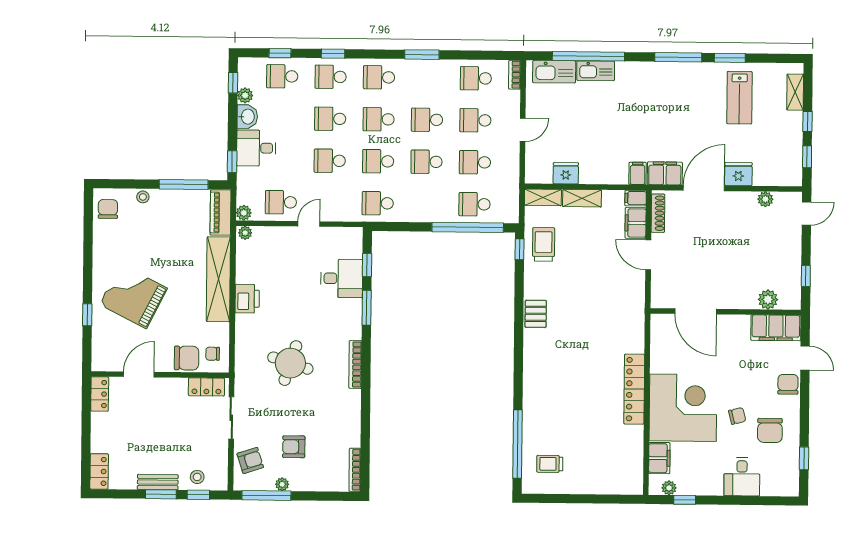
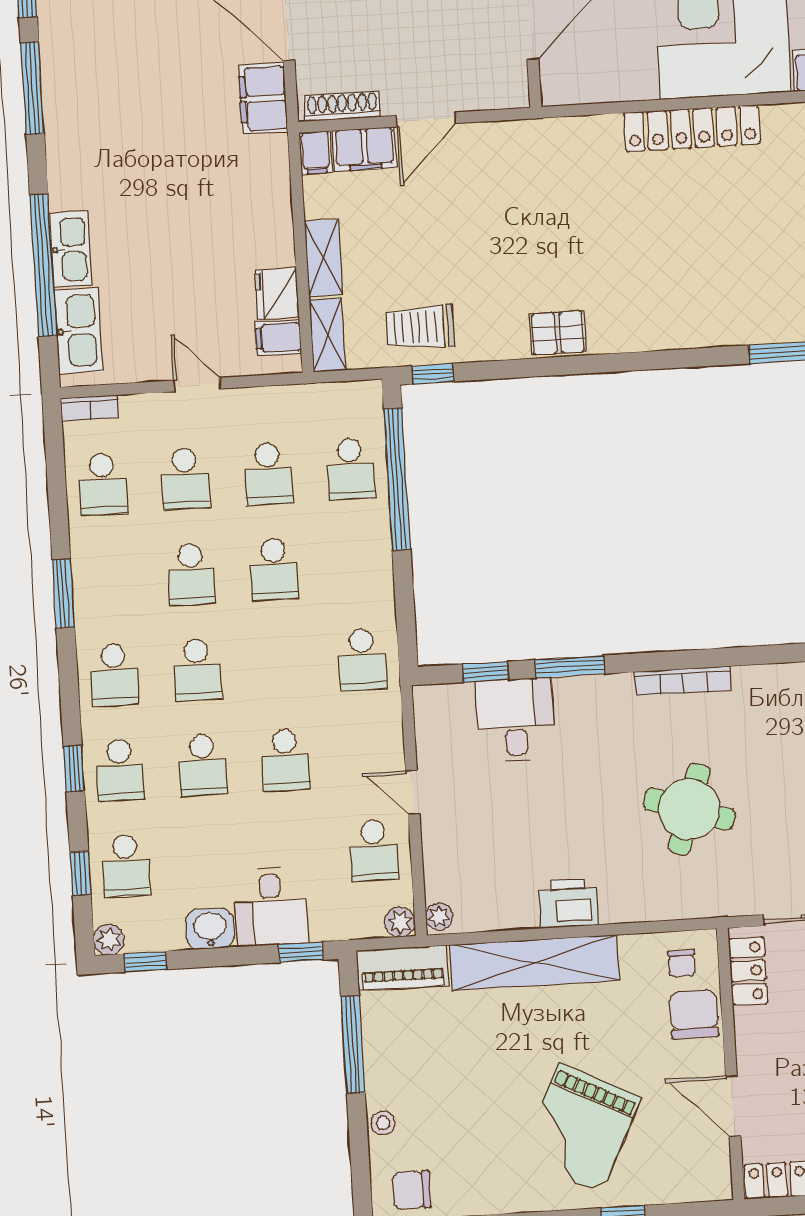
plant: (245, 95) -> (109, 940), moved
school desk: (378, 161) -> (280, 665), removed
filing cabinet: (638, 173) -> (278, 338), moved

